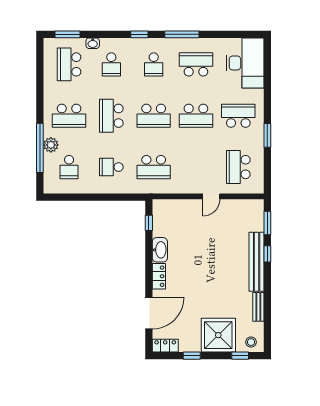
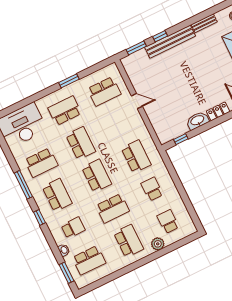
school desk: (154, 64) -> (57, 195), width x1.85
school desk: (196, 64) -> (41, 163), turned -90
school desk: (238, 116) -> (65, 111), turned 90
window: (40, 148) -> (164, 251), removed
school desk: (69, 167) -> (168, 222), turned -90
school desk: (111, 167) -> (152, 189), turned 180

